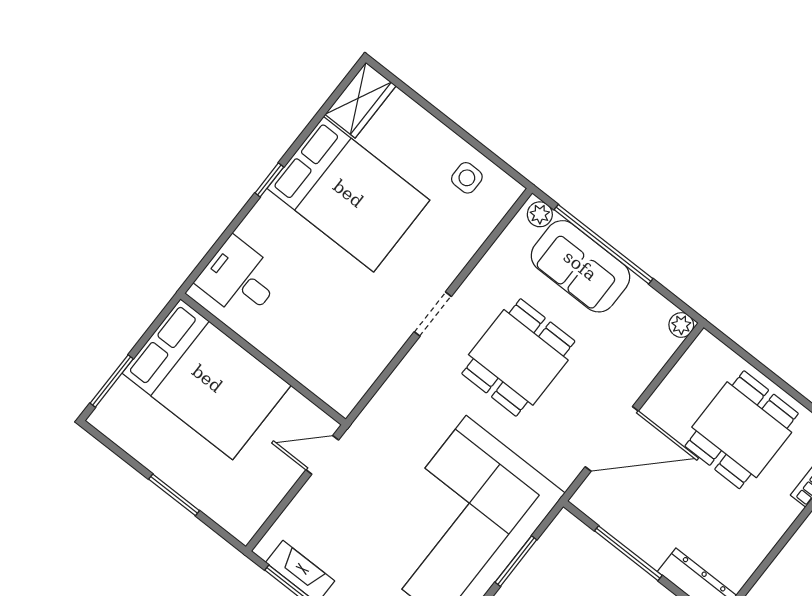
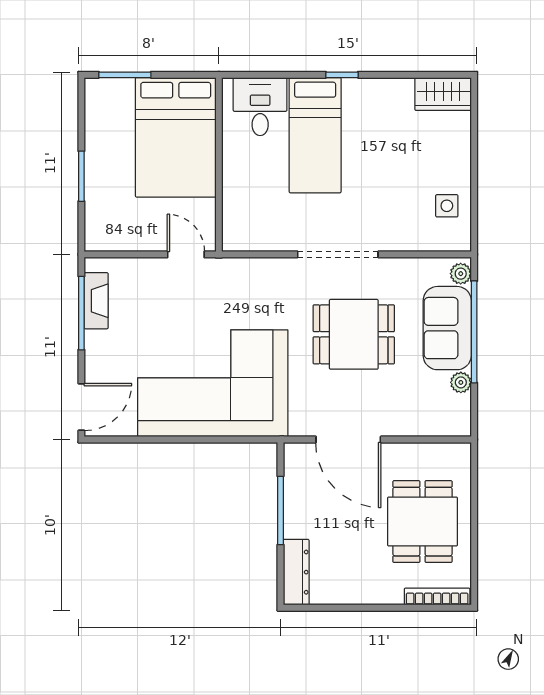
bed: (348, 194) -> (315, 135), moved, width x0.67
doorway: (433, 314) -> (338, 254), width x1.88
plant: (681, 325) -> (461, 382), moved
dining table: (742, 430) -> (422, 522), turned 90
window: (516, 561) -> (216, 439), removed

